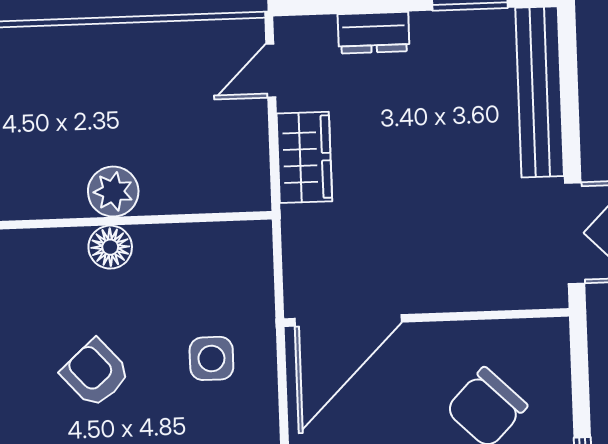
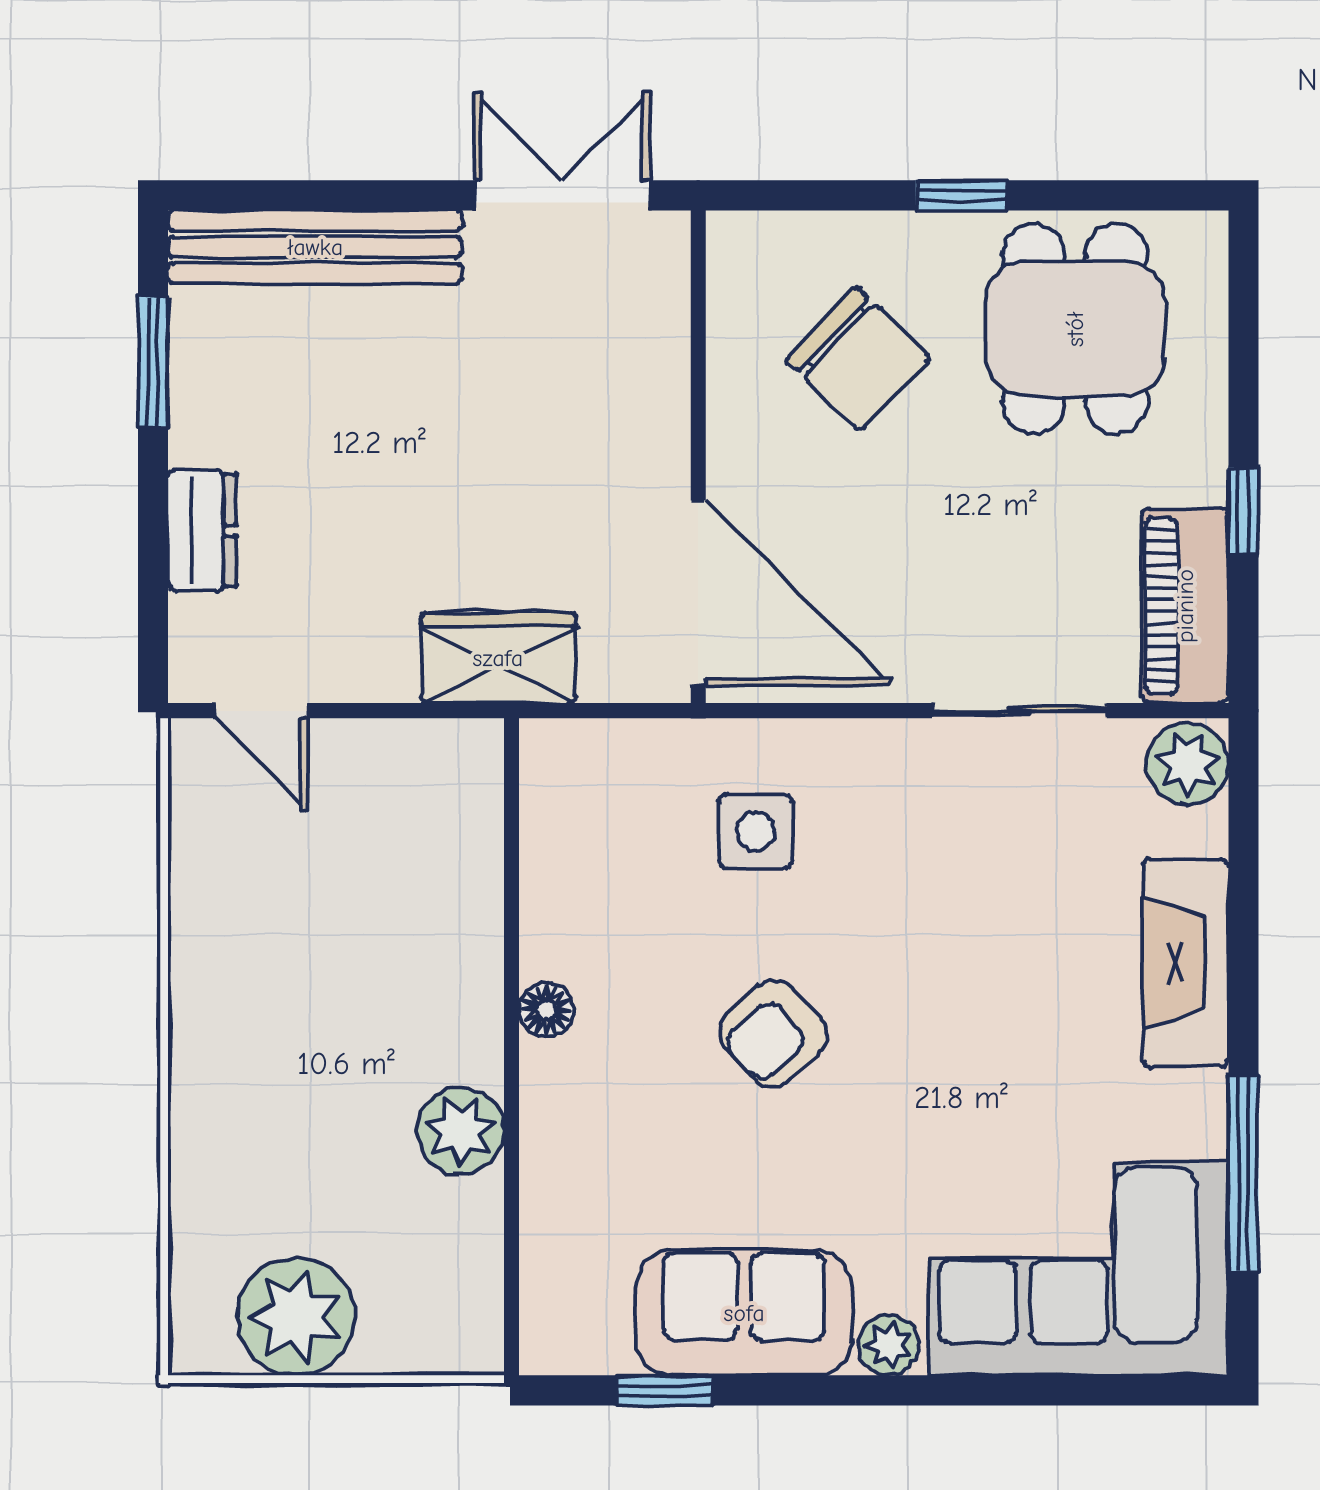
wardrobe: (304, 157) -> (498, 658), moved
plant: (113, 192) -> (461, 1131), moved
floor lamp: (110, 247) -> (546, 1010), width x0.73, depth x0.73

